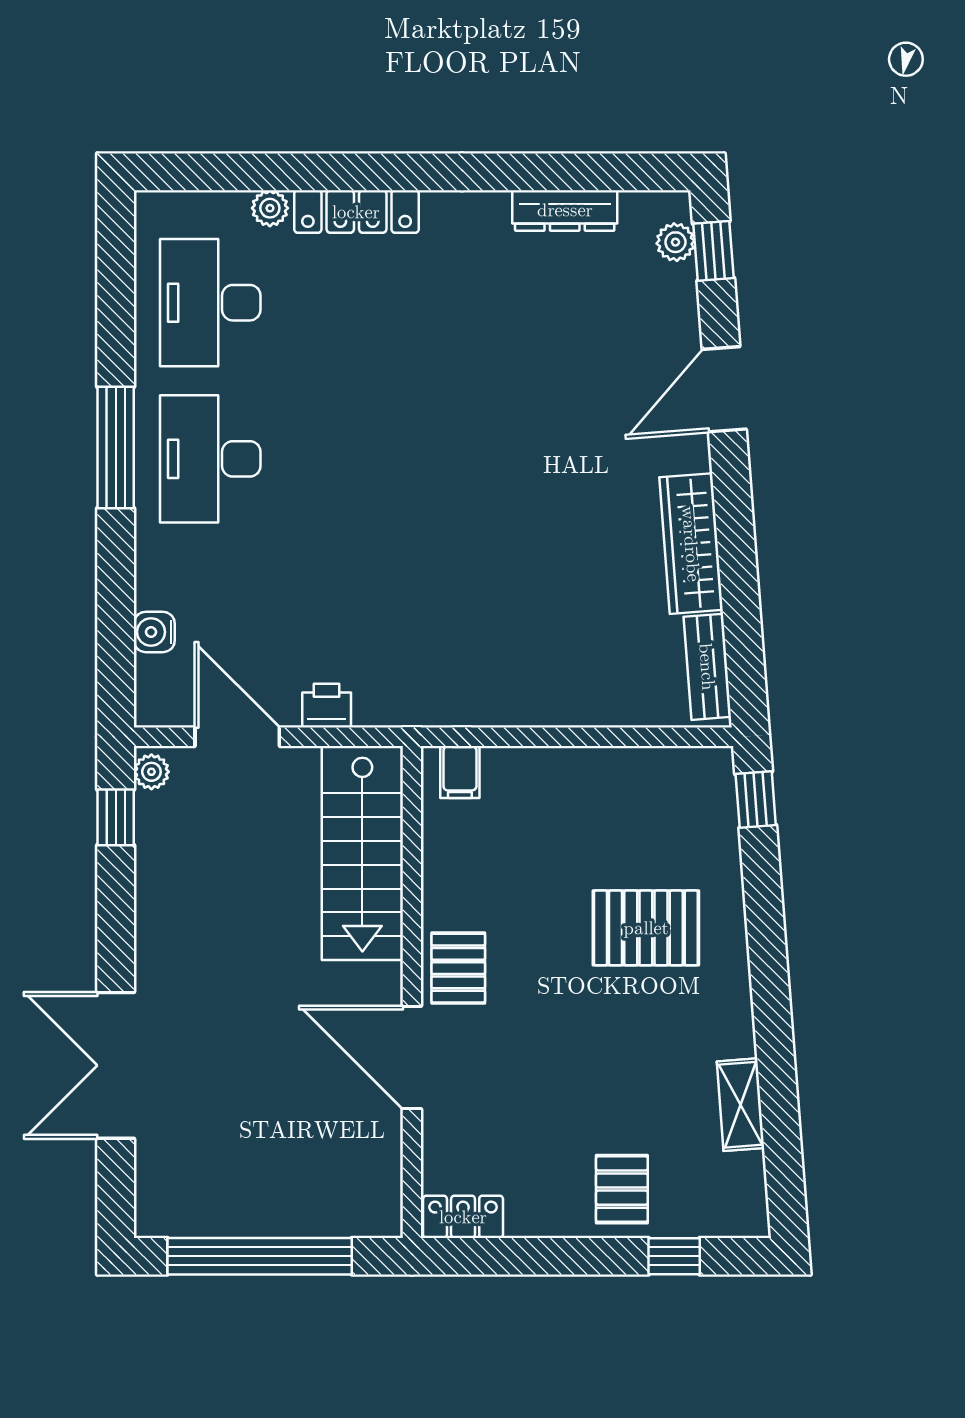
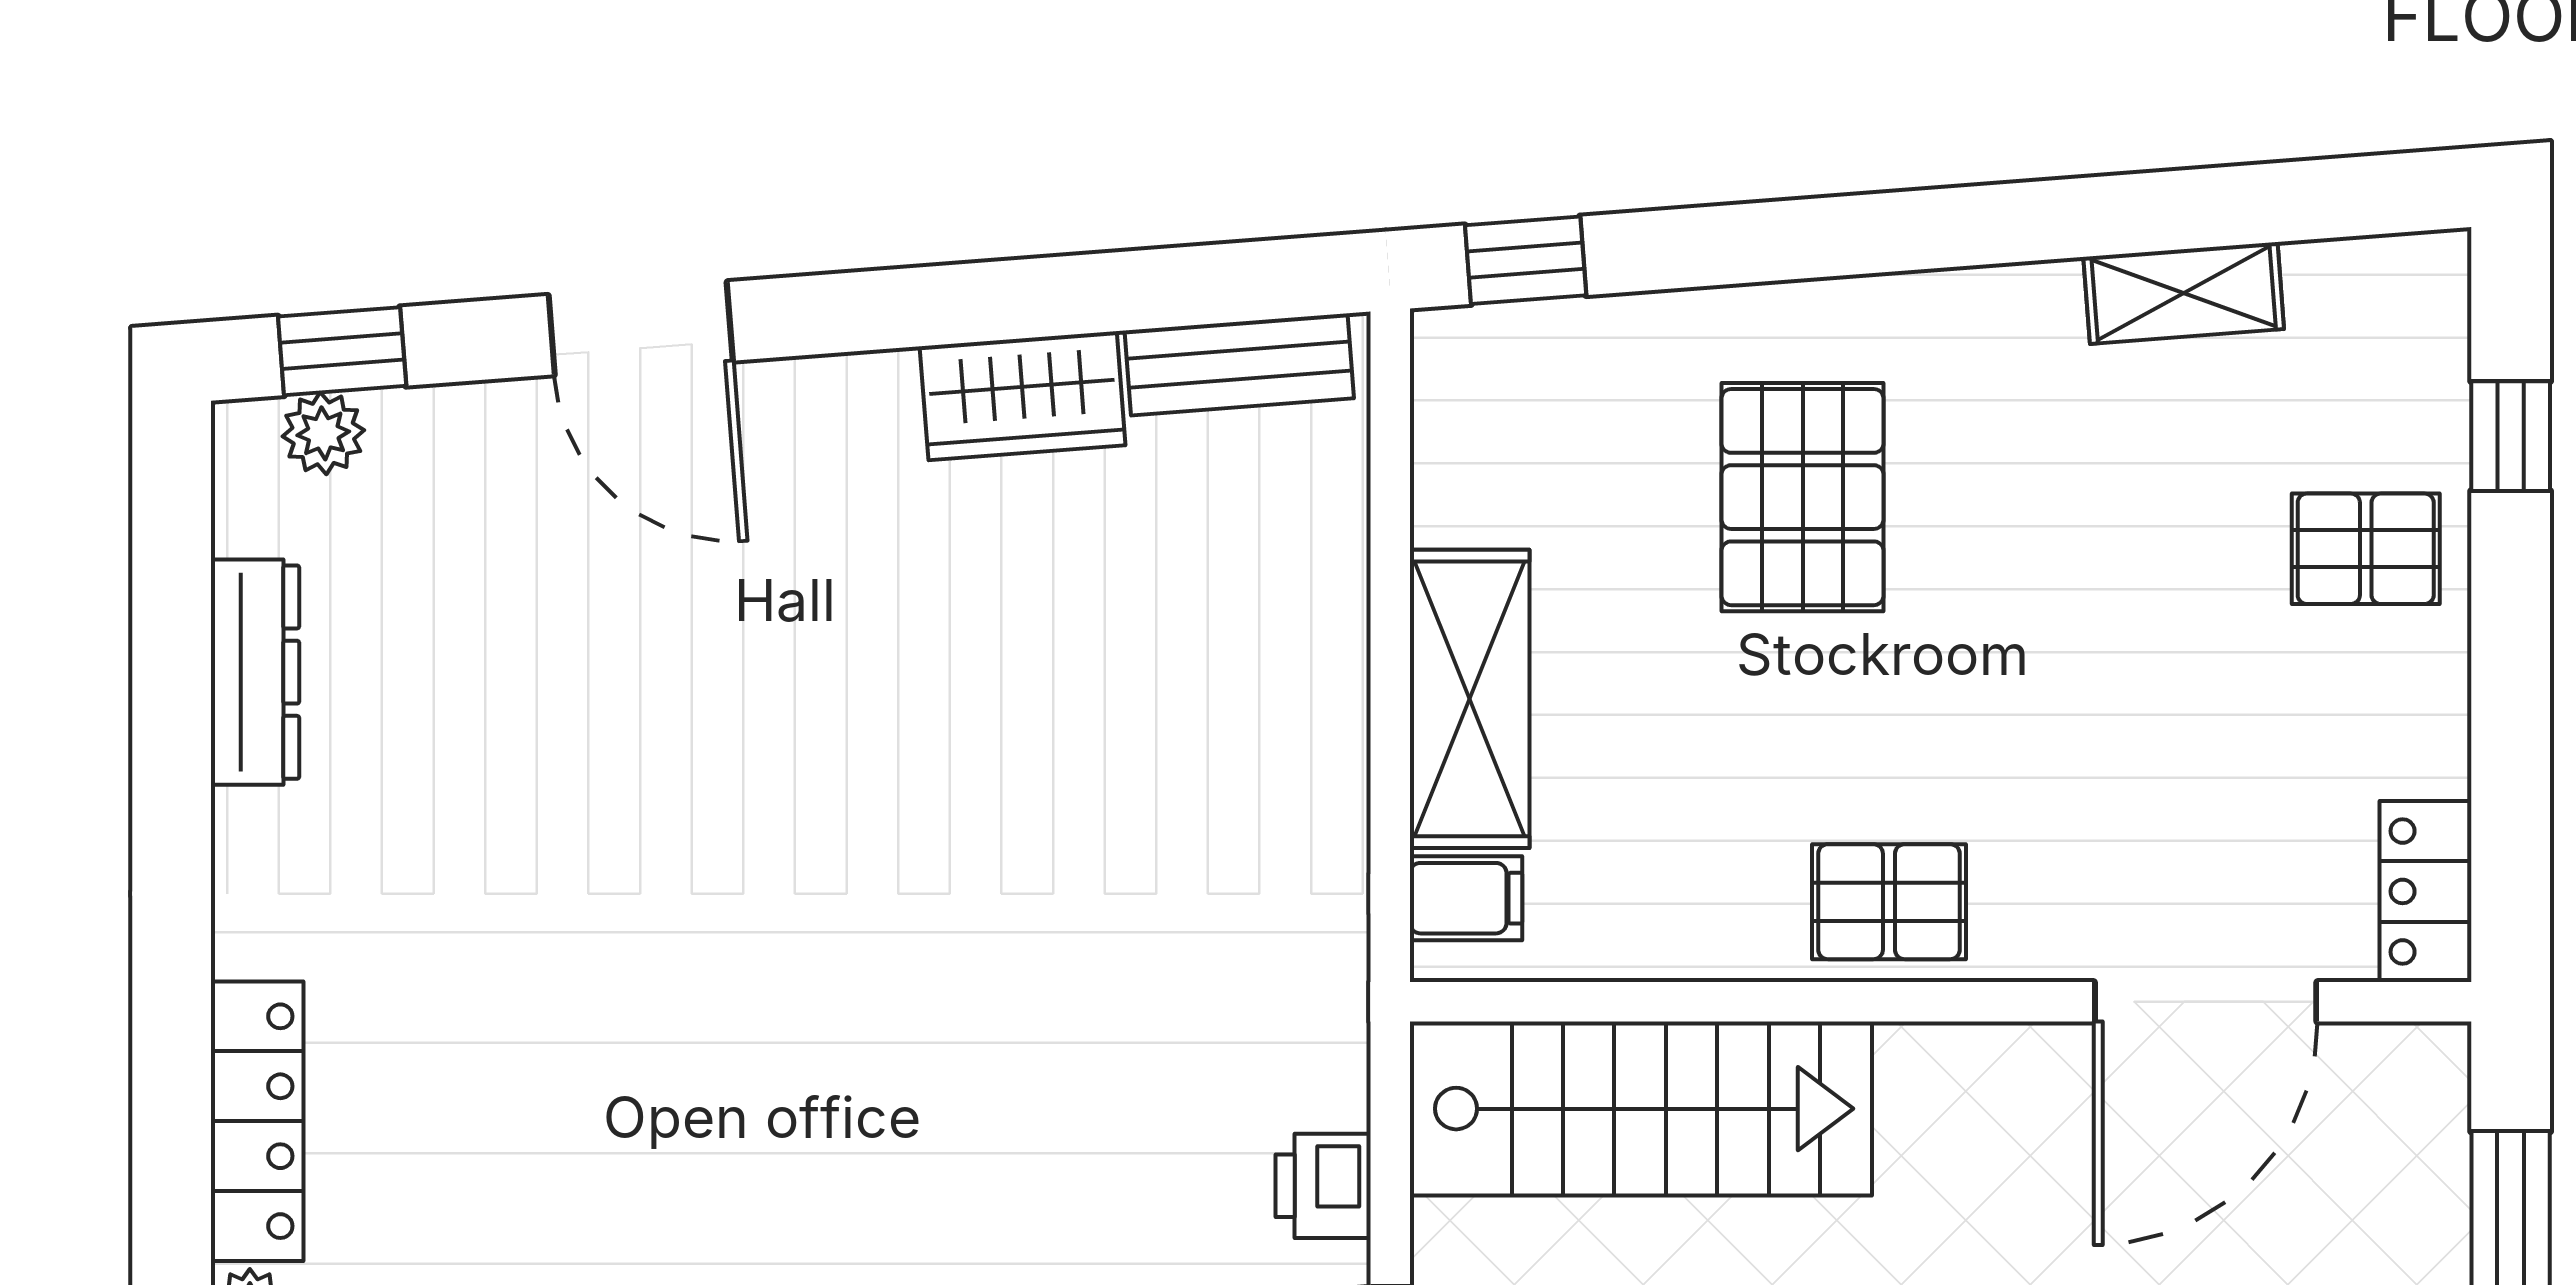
wardrobe: (691, 544) -> (1023, 396), width x0.67
shelving: (552, 774) -> (1470, 699), added
door: (412, 1057) -> (2206, 1002), moved

